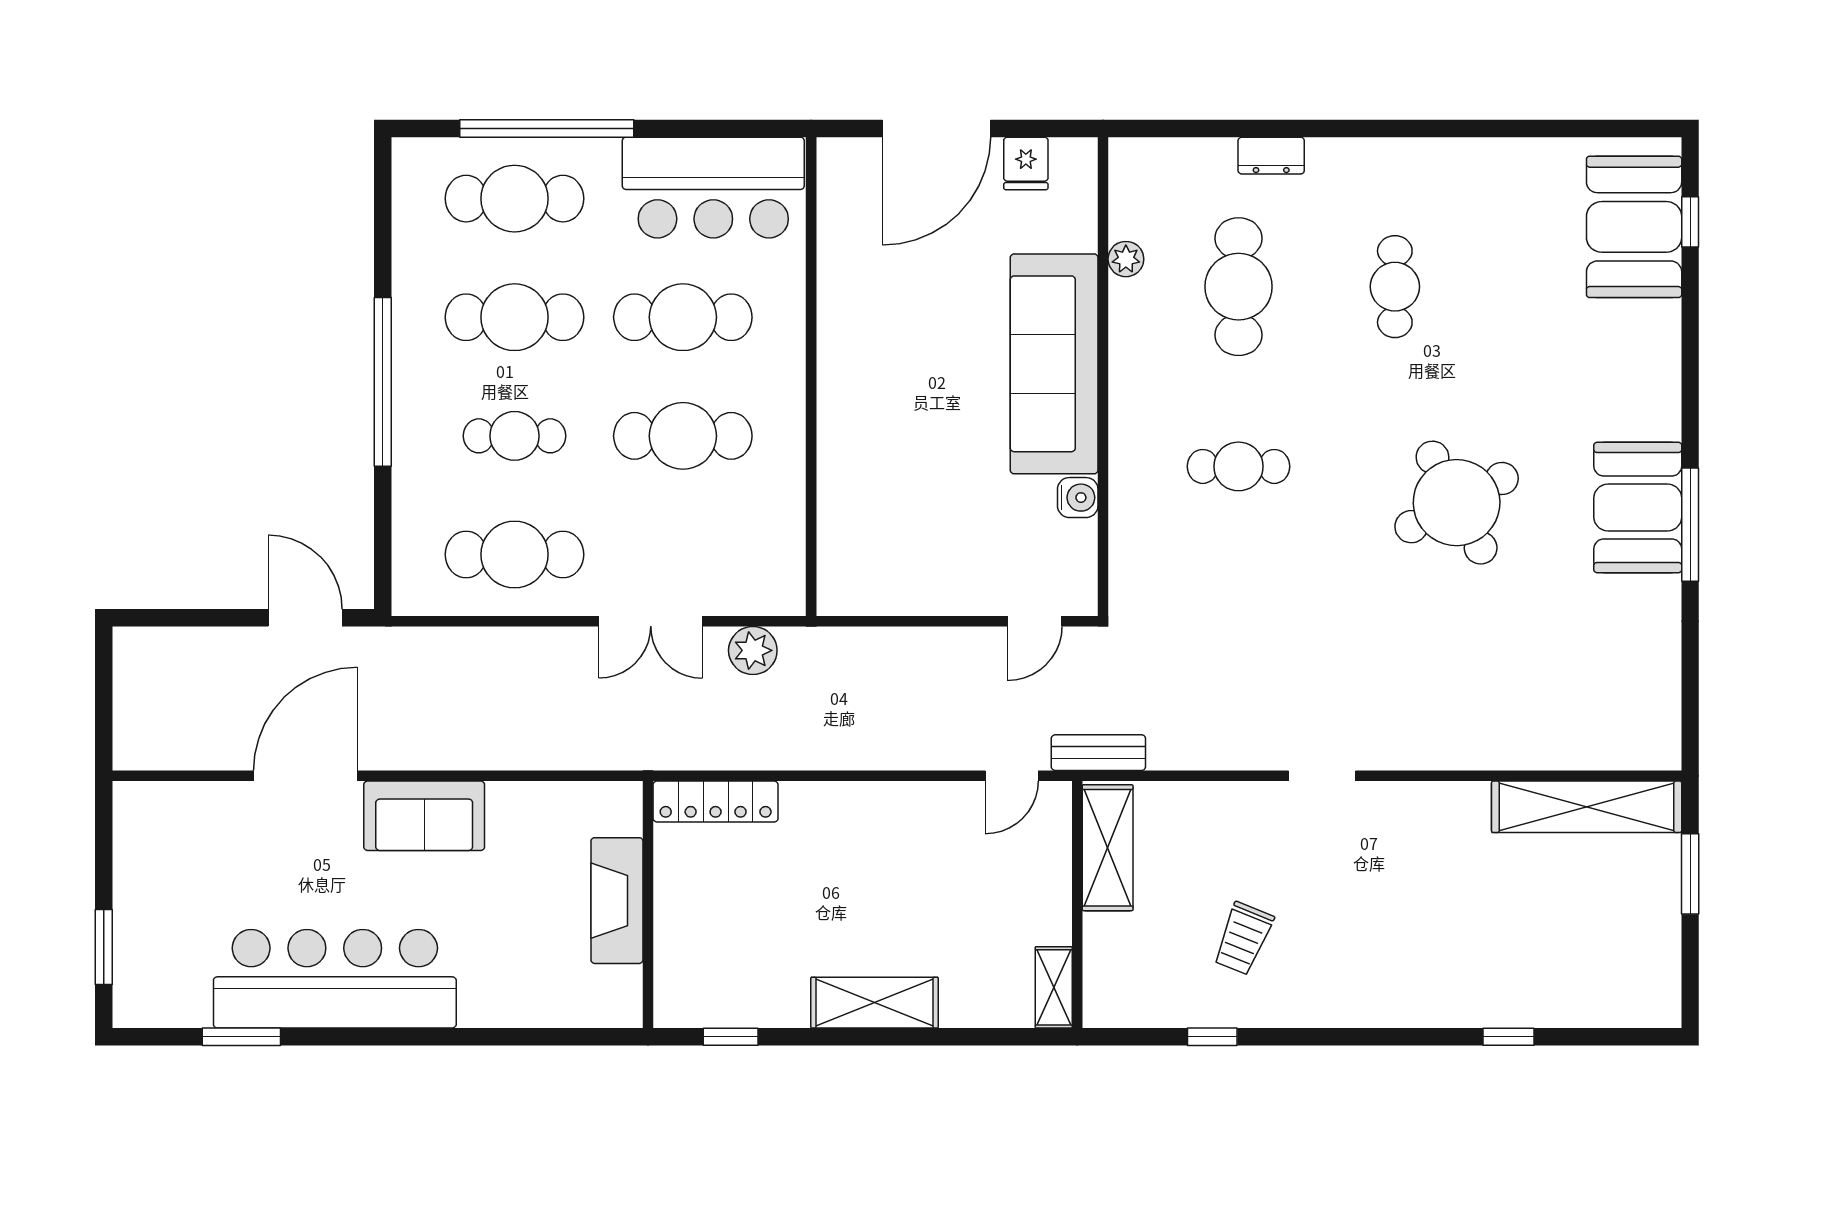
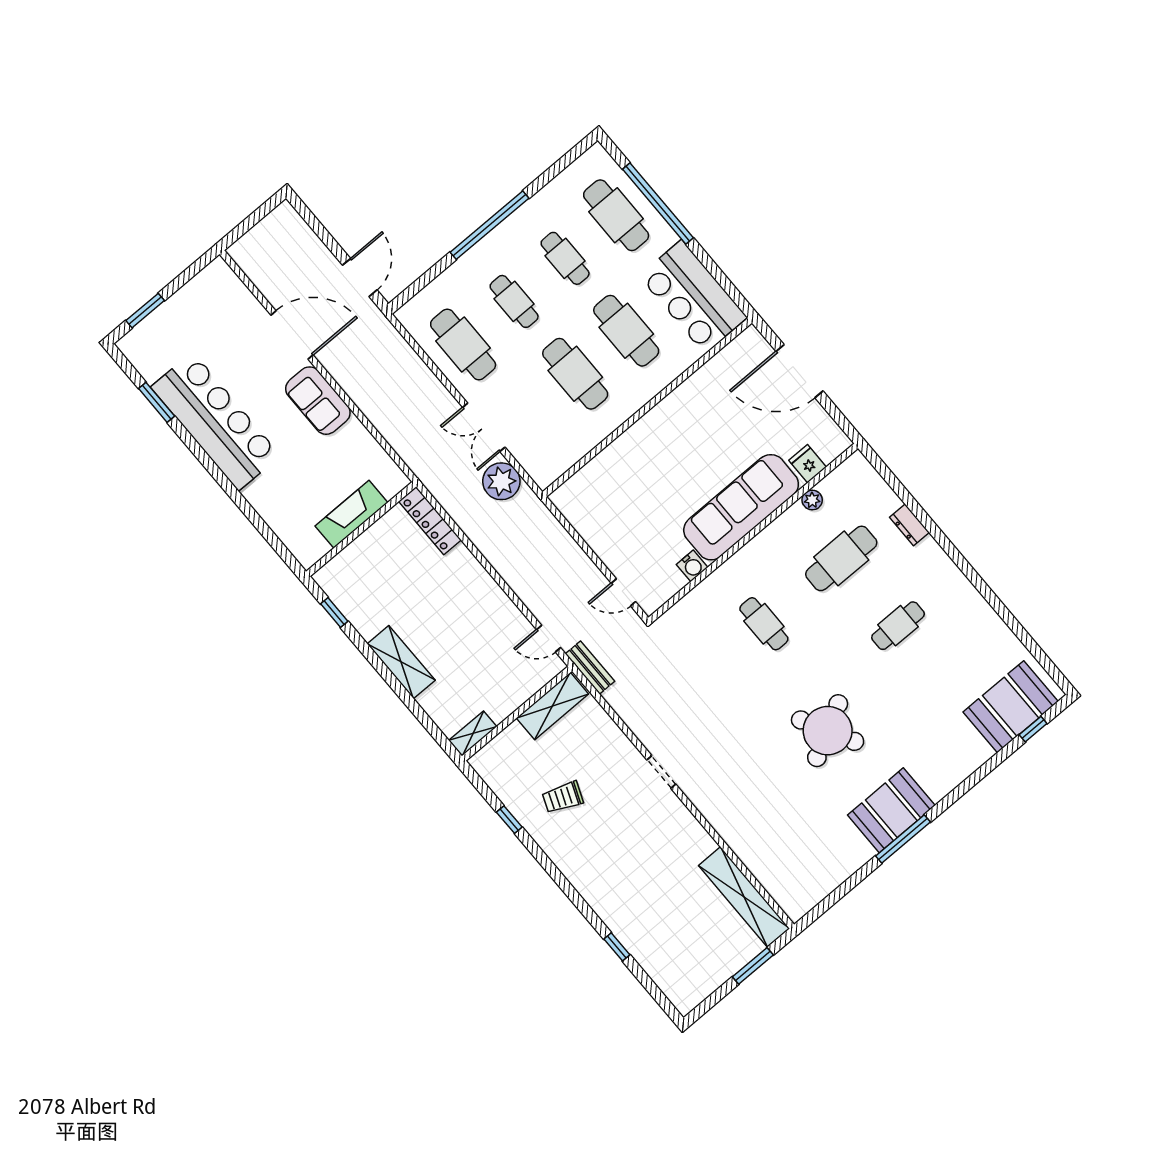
fridge: (1026, 163) -> (808, 464), moved, turned 90
cafe table: (515, 317) -> (565, 258), width x0.73, depth x0.74
plant: (753, 650) -> (501, 481), width x1.36, depth x1.36

